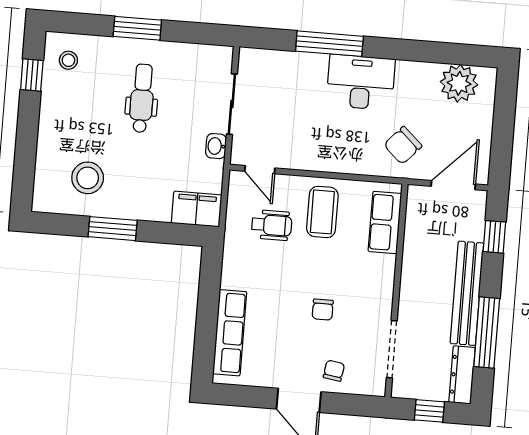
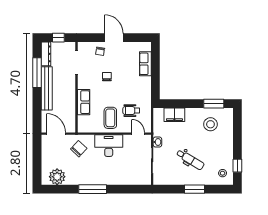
window: (329, 44) -> (93, 189), moved
desk: (361, 82) -> (109, 146), moved, turned 180
dental chair: (142, 98) -> (190, 160), turned -59
door: (453, 185) -> (56, 134), swing flipped
filing cabinet: (197, 209) -> (174, 115), moved
row of seats: (385, 222) -> (84, 102), moved
window: (113, 229) -> (214, 104), moved
window: (494, 237) -> (37, 113), removed
row of seats: (230, 333) -> (145, 64), width x0.68

